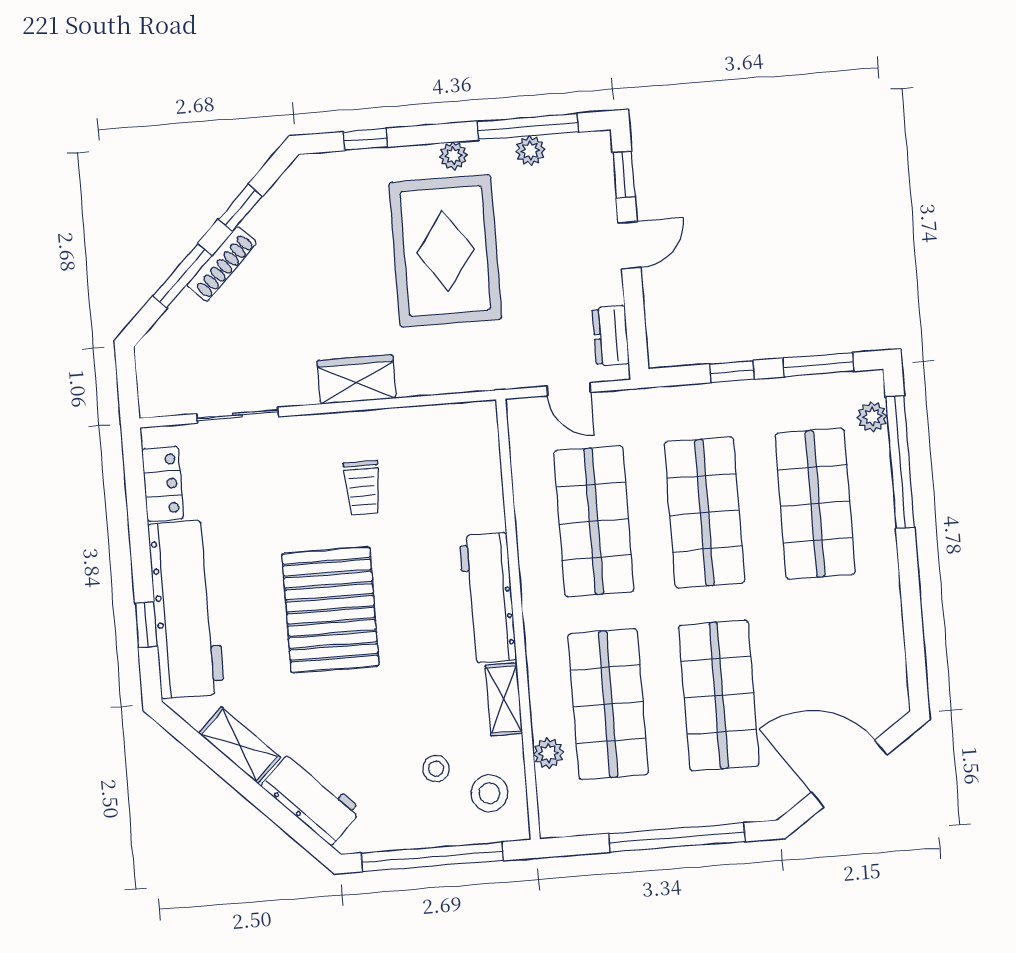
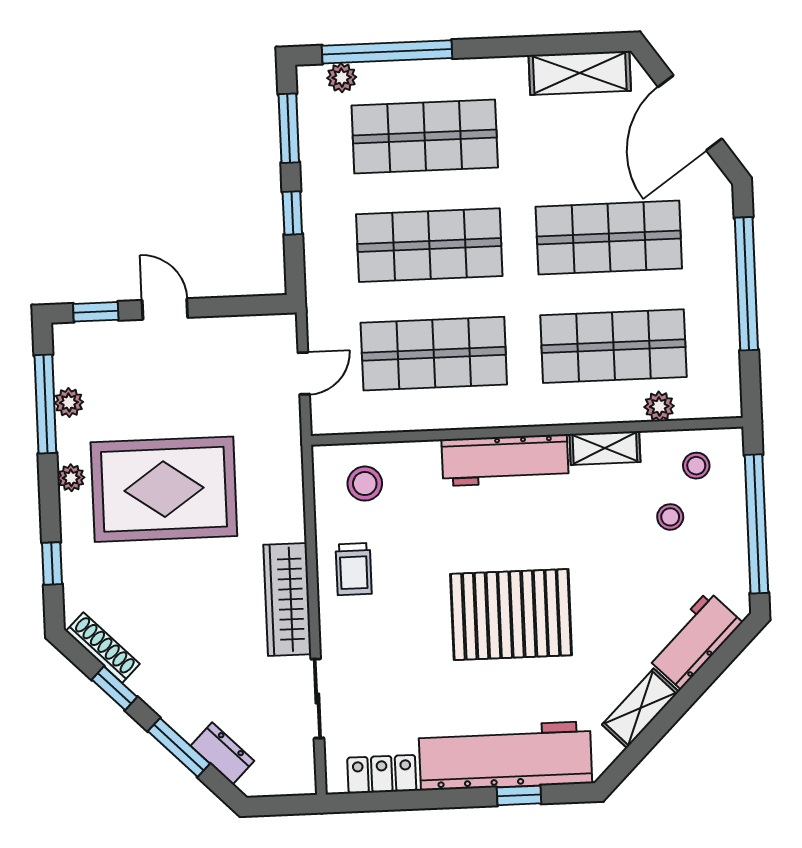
shoe rack: (222, 264) -> (103, 648), moved
dresser: (611, 336) -> (222, 753), moved, turned -135
wardrobe: (356, 379) -> (287, 599), width x1.50
stool: (459, 456) -> (365, 484), added
trolley: (362, 488) -> (354, 569), moved, turned 90
shelving: (886, 660) -> (580, 73), added
stool: (489, 793) -> (696, 466), width x0.73, depth x0.73

